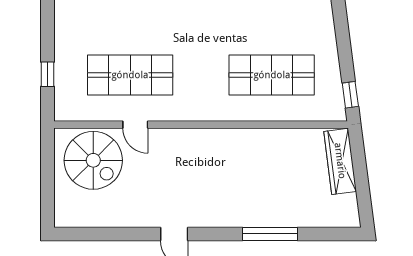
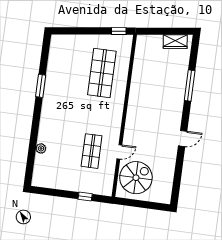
shop shelf: (130, 75) -> (92, 151), width x0.70, depth x0.74
wardrobe: (340, 161) -> (175, 42), moved, width x0.67

